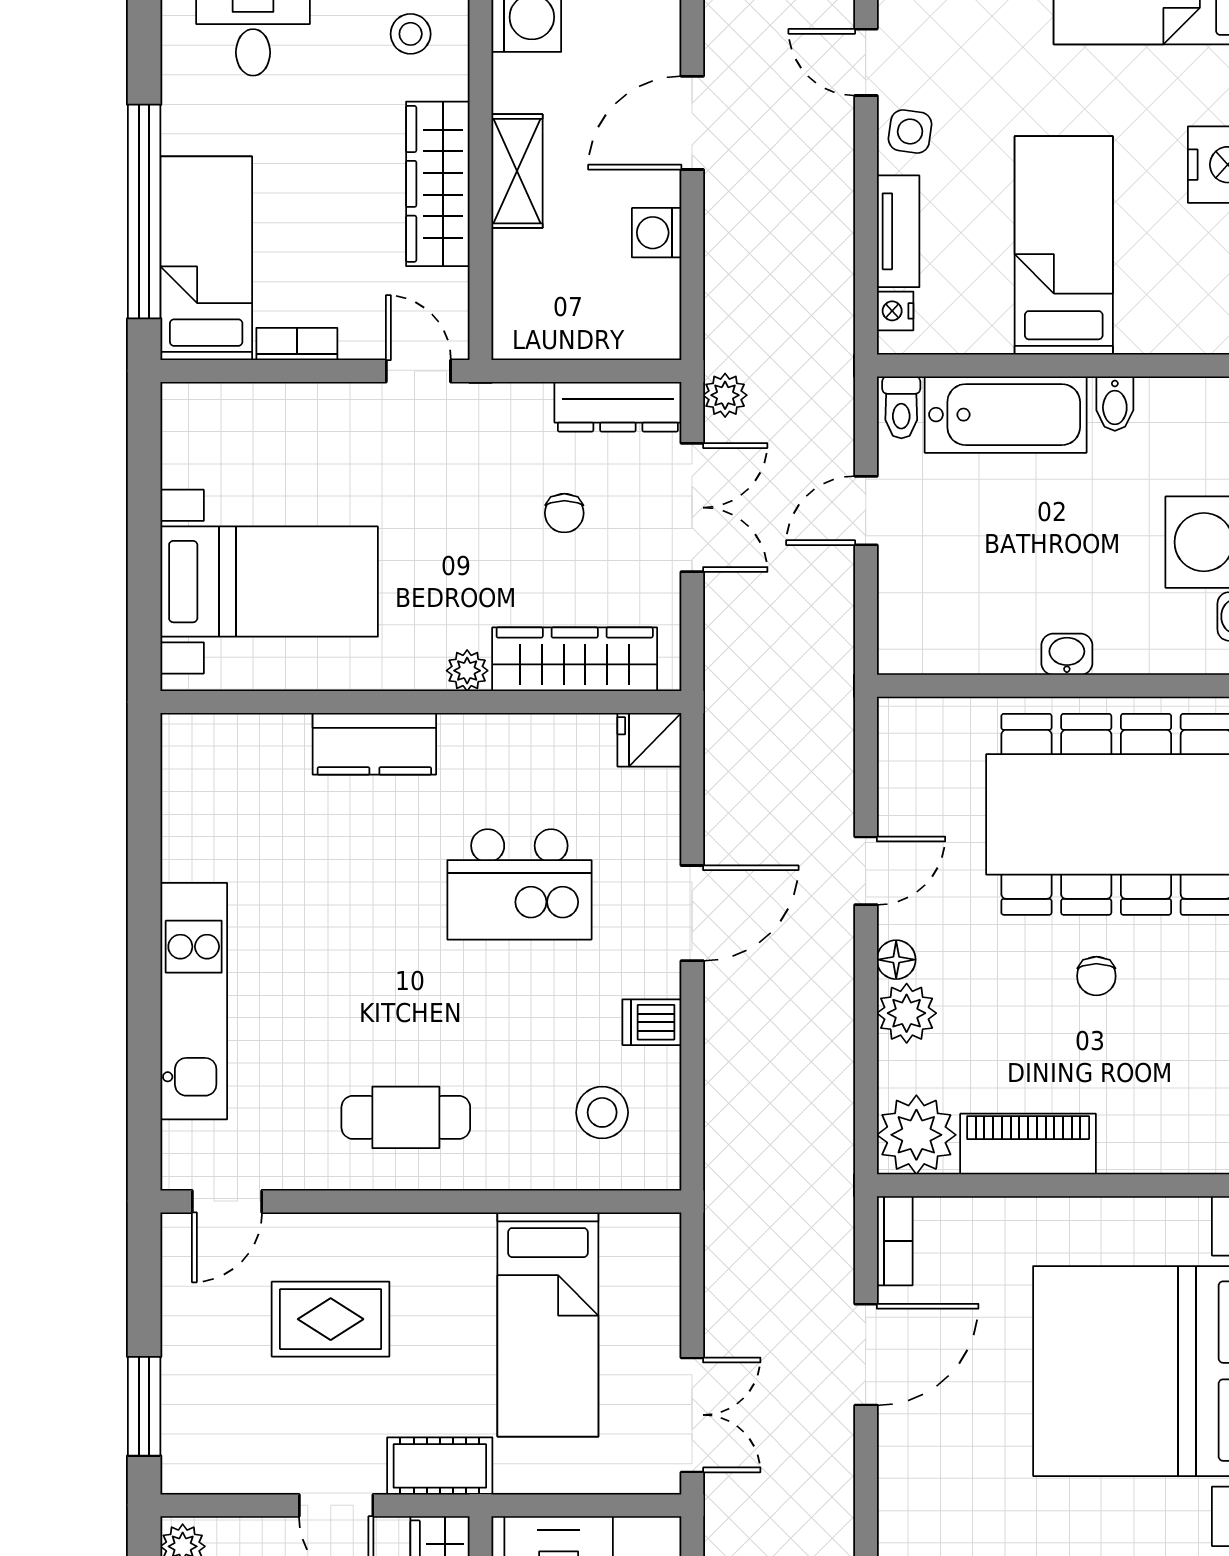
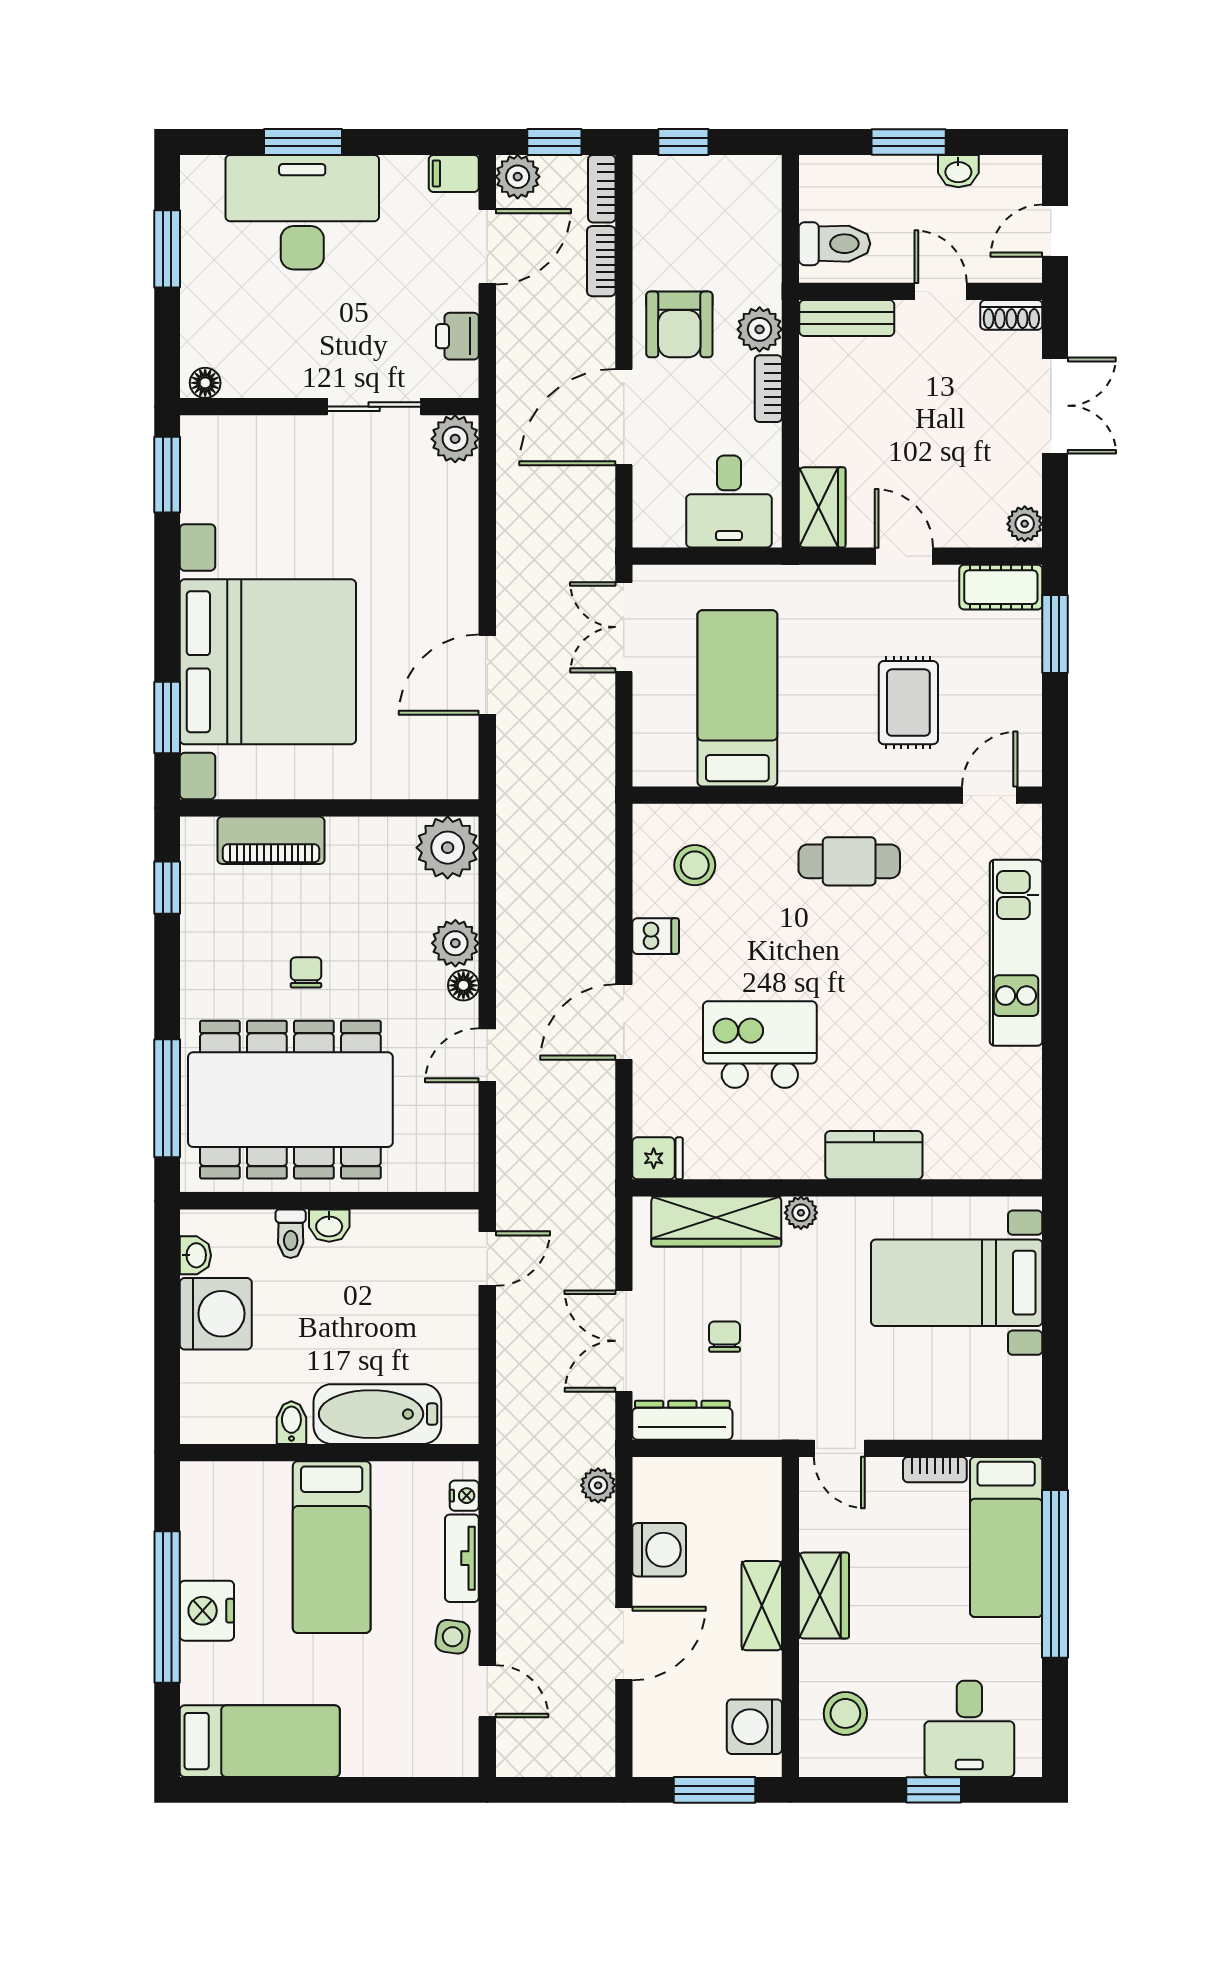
stool: (411, 34) -> (845, 1713), width x1.37, depth x1.37
wardrobe: (438, 184) -> (824, 1596), width x0.67
washing machine: (657, 233) -> (659, 1550), width x1.38, depth x1.38
plant: (725, 395) -> (598, 1485), moved
toilet: (901, 407) -> (291, 1234), moved, turned 180
door: (866, 511) -> (487, 1259), moved
piano: (1028, 1144) -> (271, 840), moved
bookcase: (895, 1241) -> (465, 764), removed
rug: (331, 1319) -> (908, 703), turned 90
cot: (440, 1466) -> (1001, 587), moved

